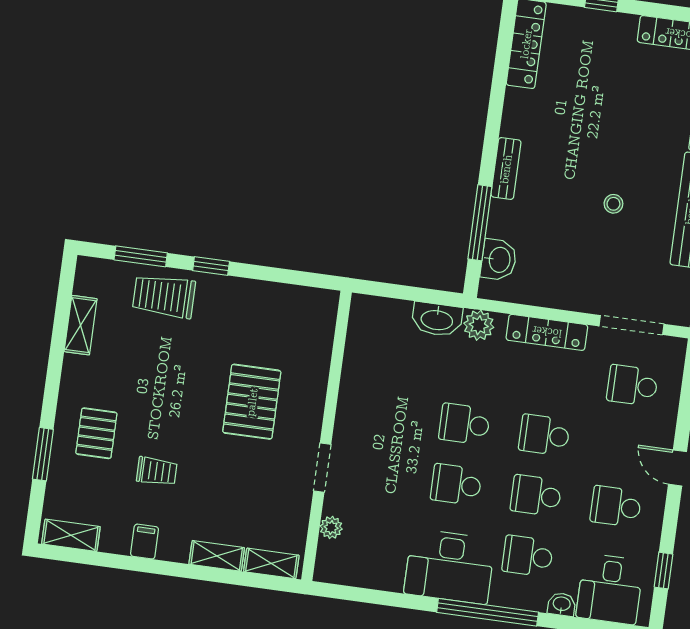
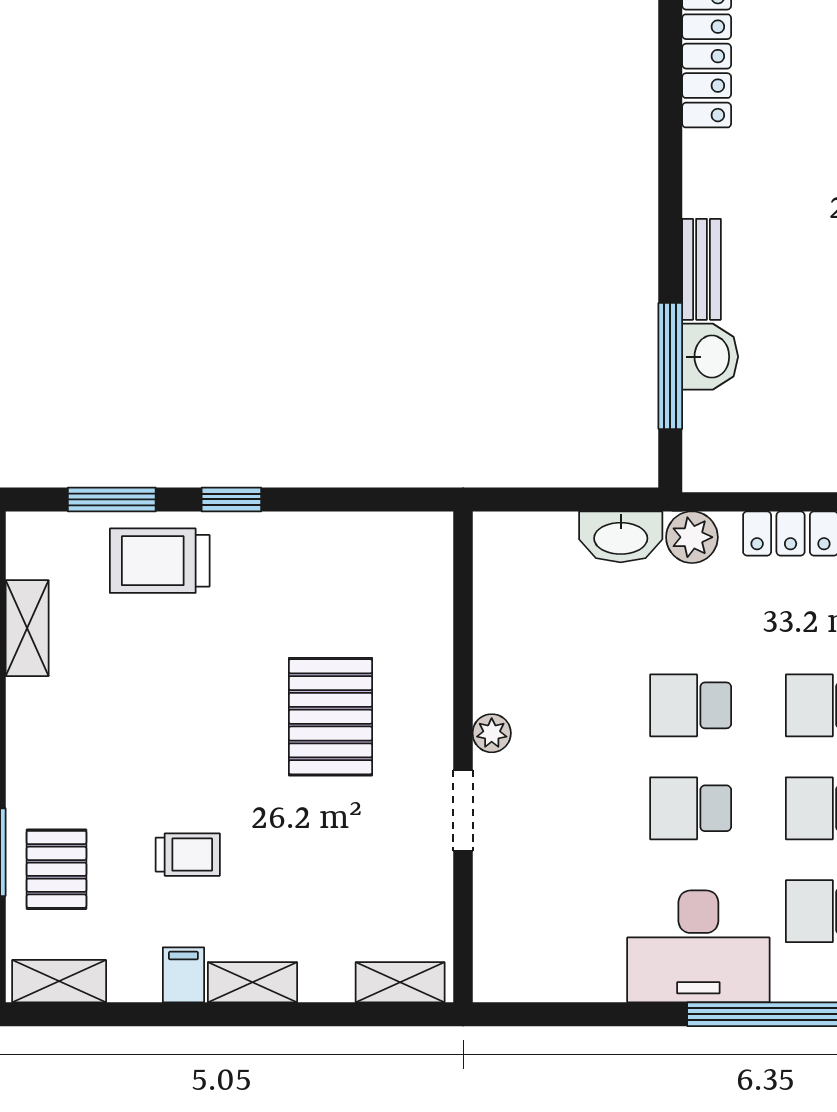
washbasin: (499, 260) -> (710, 357), moved
pallet: (96, 433) -> (56, 869), moved
plant: (331, 527) -> (492, 733), moved
shelving: (217, 556) -> (252, 982), moved

